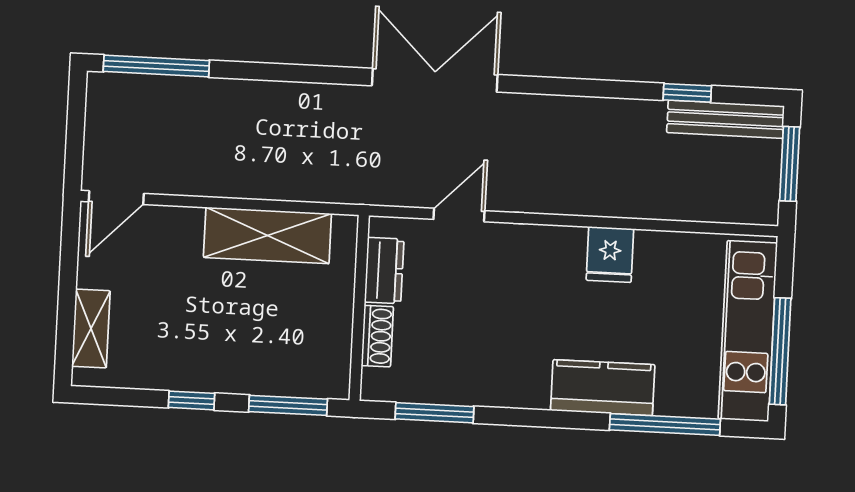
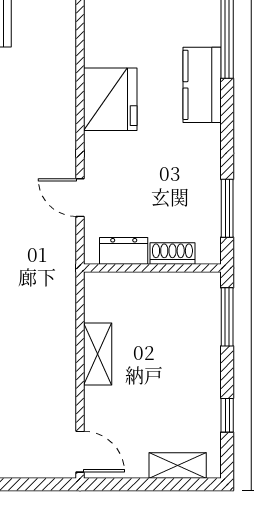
shelving: (267, 235) -> (98, 354), width x0.67, depth x0.75
fridge: (610, 255) -> (110, 99), width x1.88, depth x1.34
window: (192, 400) -> (227, 415), moved

